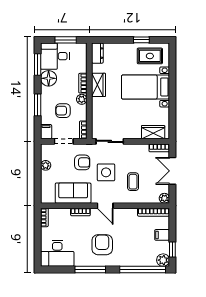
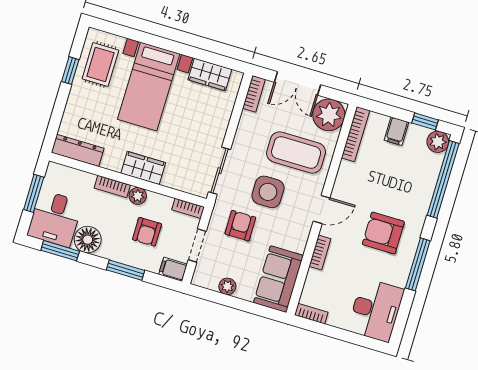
dresser: (97, 53) -> (78, 150), width x1.44
wardrobe: (98, 85) -> (143, 168), moved
wardrobe: (153, 132) -> (210, 74), moved, turned -90
coffee table: (133, 182) -> (296, 153), width x1.86, depth x1.72
sofa: (73, 193) -> (278, 279), moved
plant: (164, 198) -> (329, 115), width x1.88, depth x1.88

